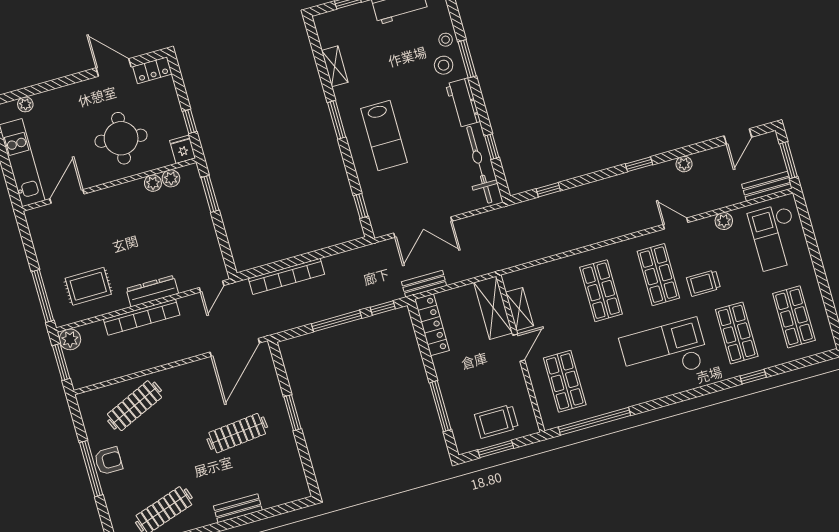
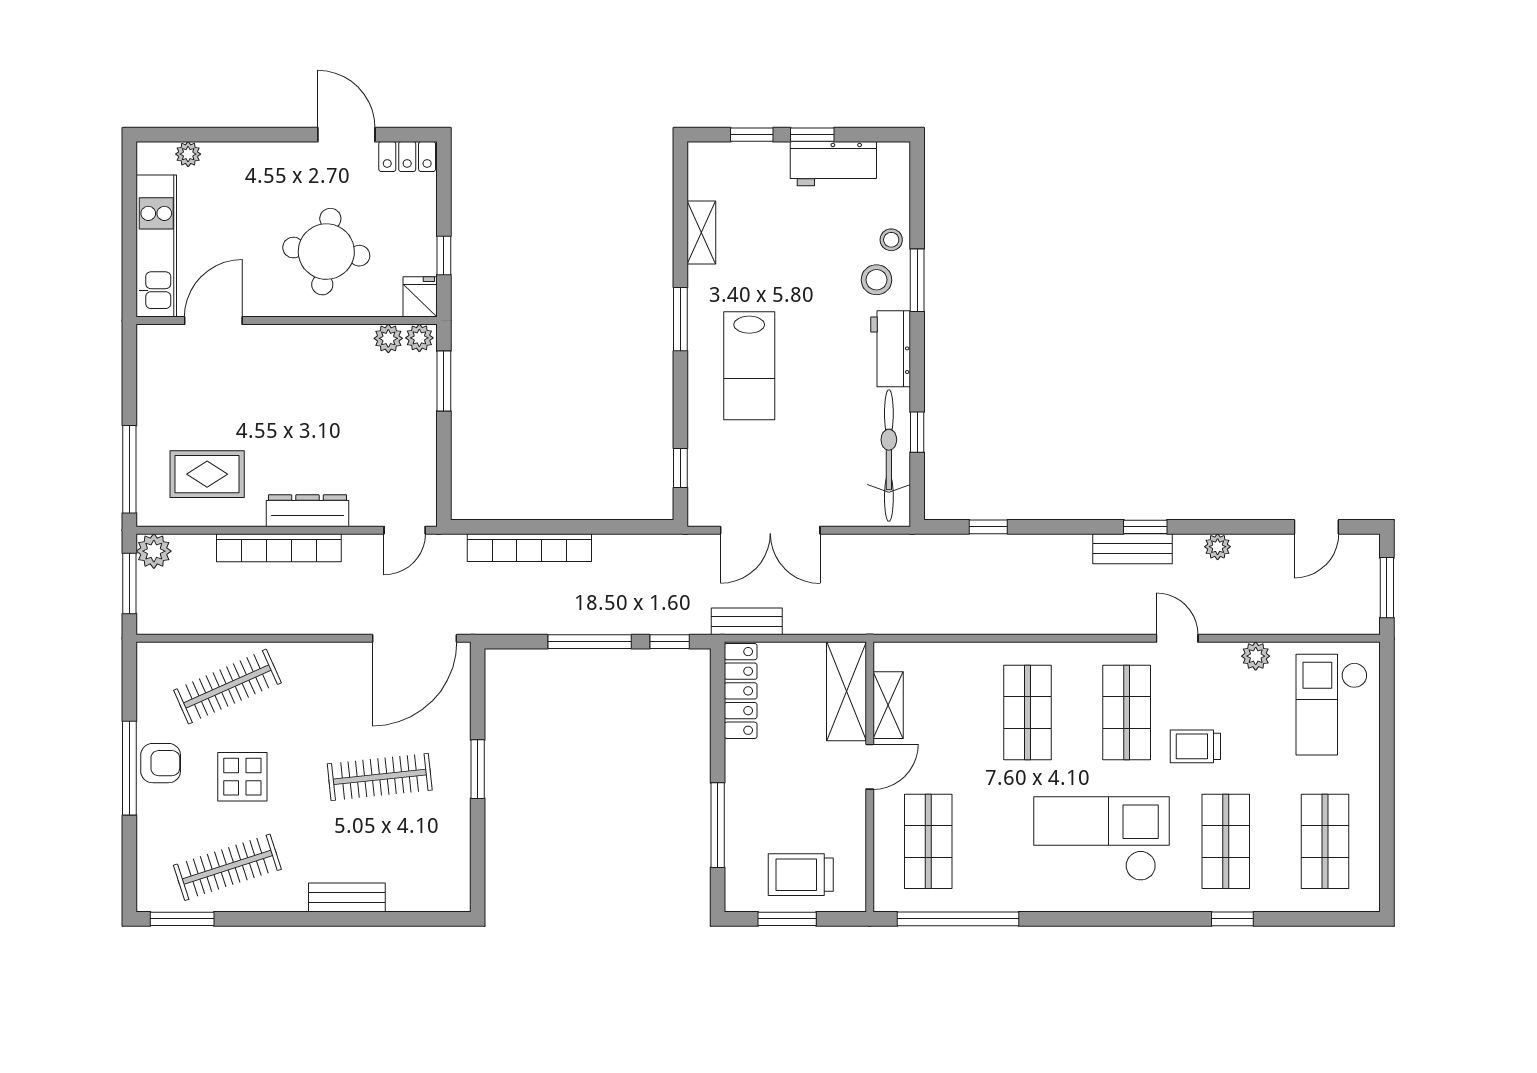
plant: (153, 183) -> (419, 338), moved
bench: (767, 186) -> (1133, 549), moved
display table: (158, 455) -> (242, 777), added

